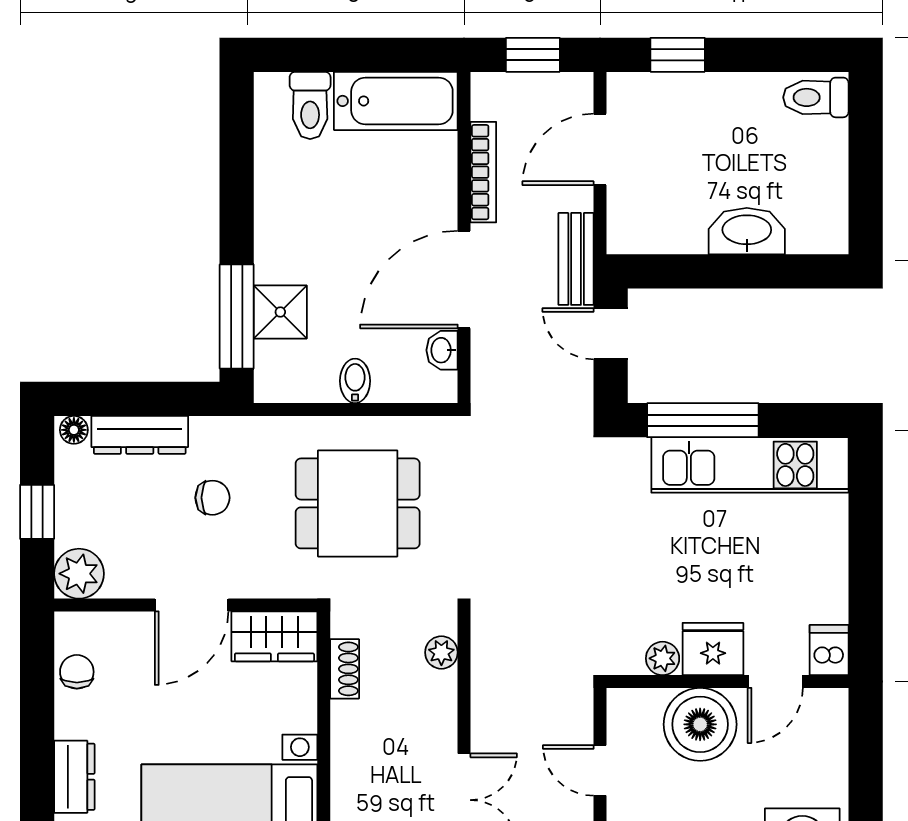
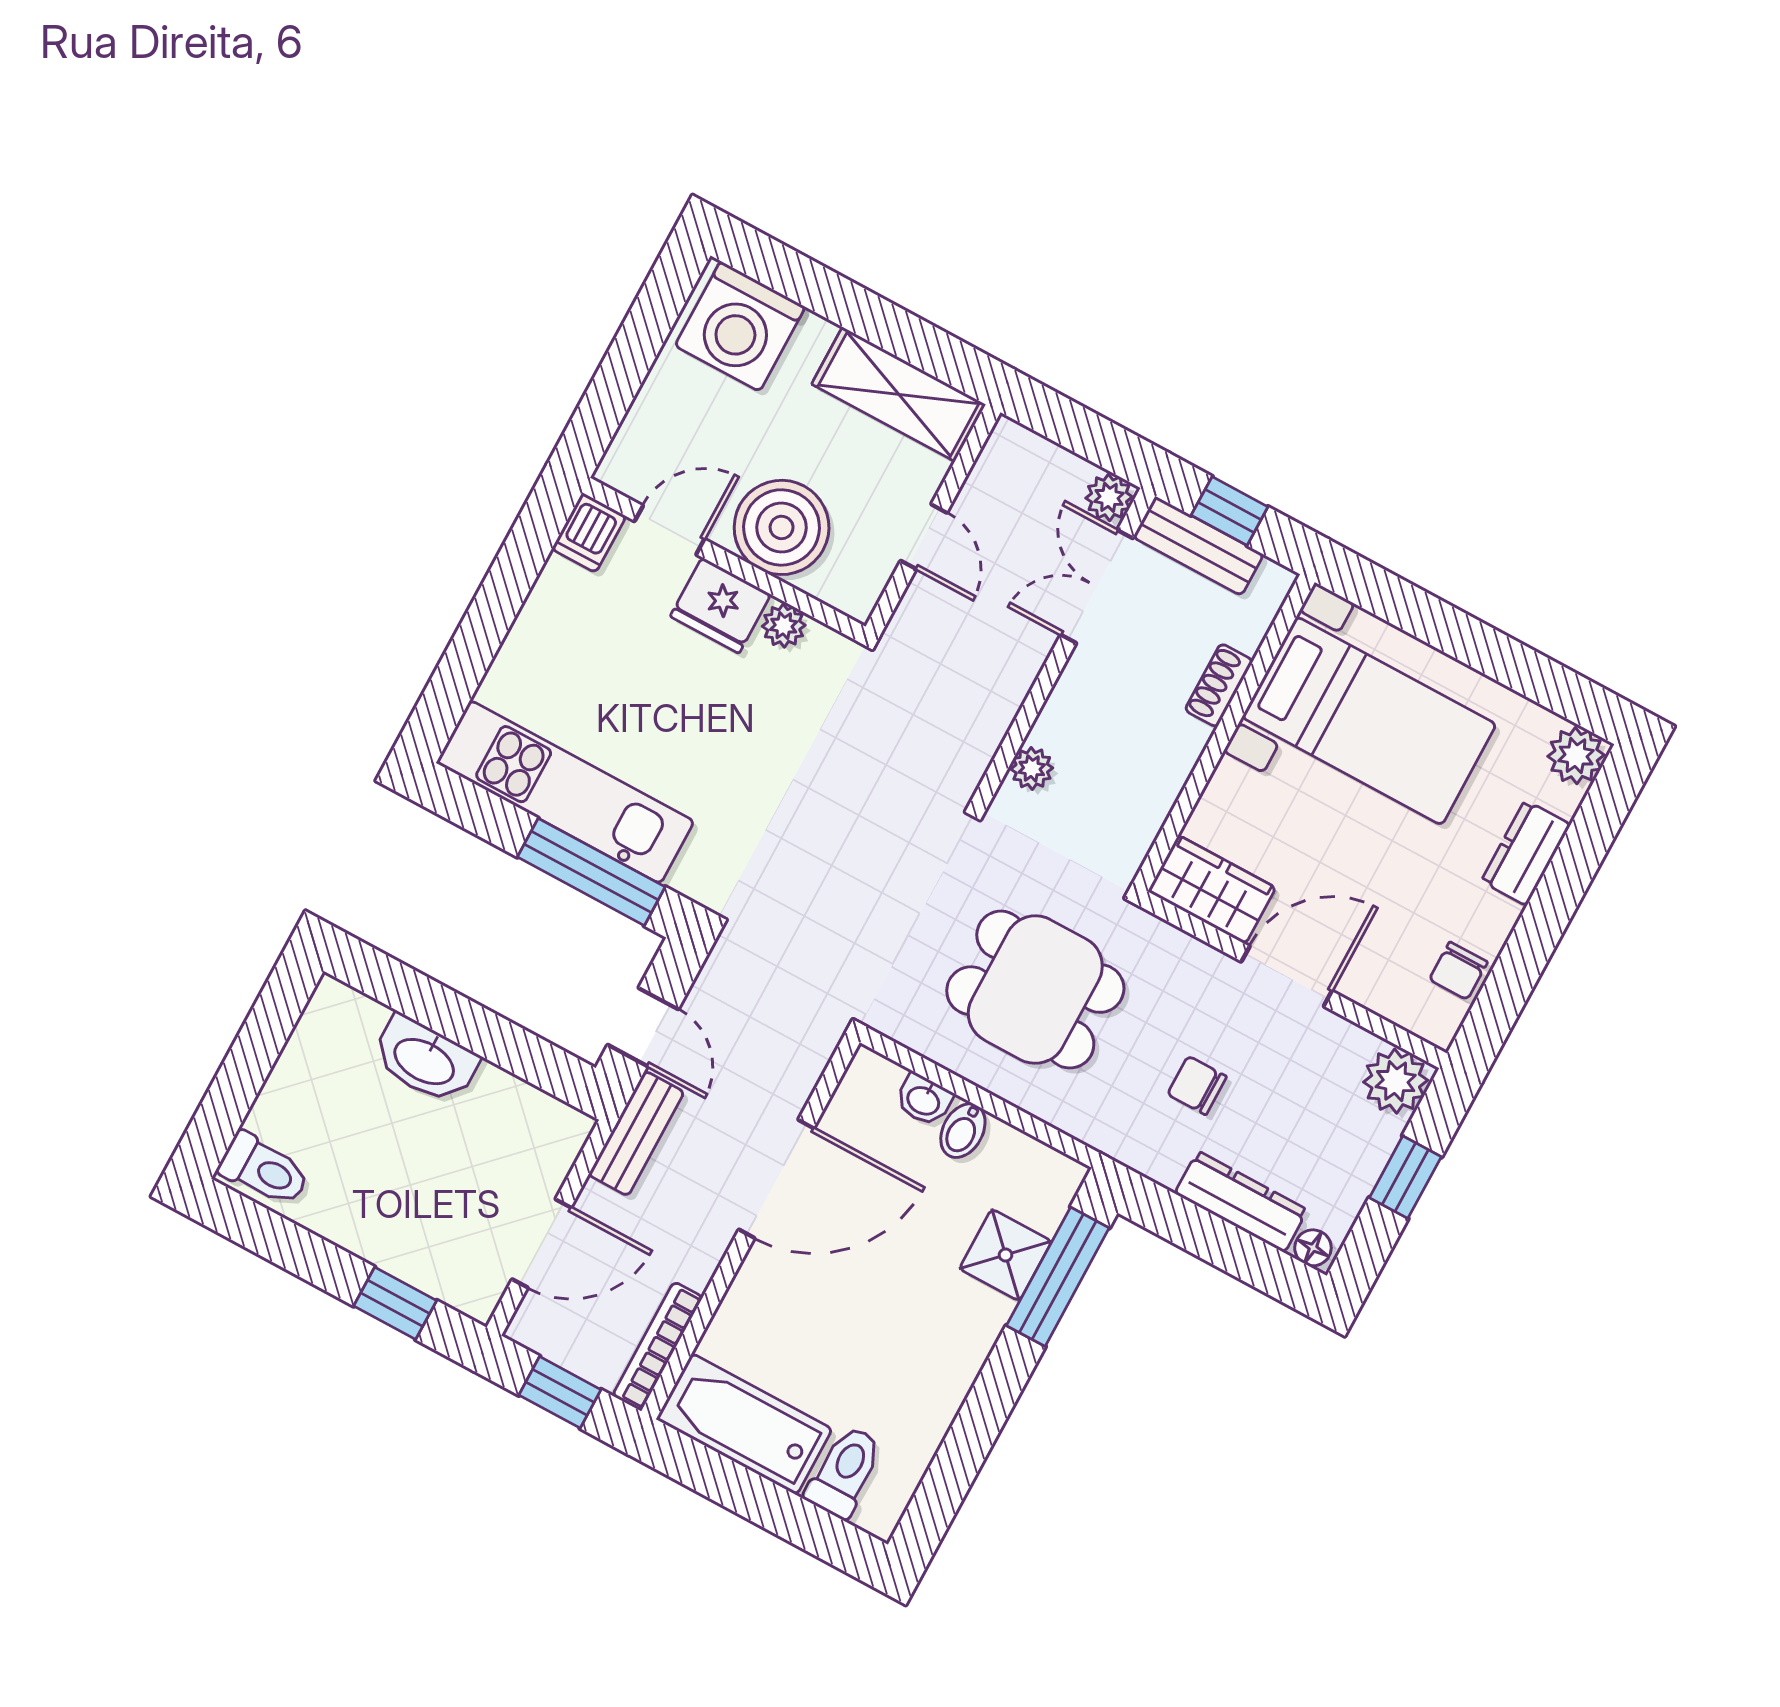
bookcase: (483, 172) -> (658, 1346), moved
washbasin: (442, 350) -> (924, 1100), moved, turned 90
shoe rack: (345, 669) -> (1219, 685), moved

